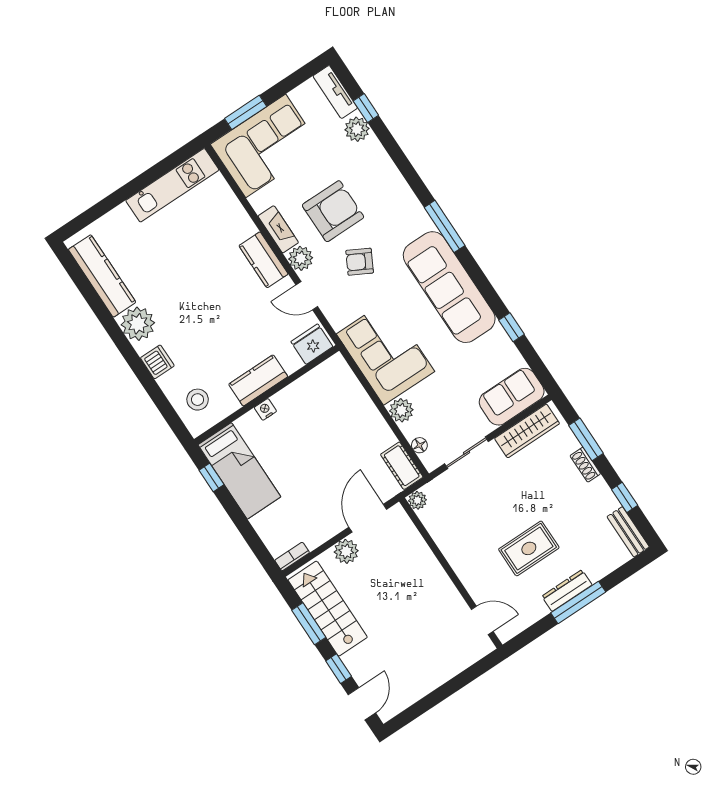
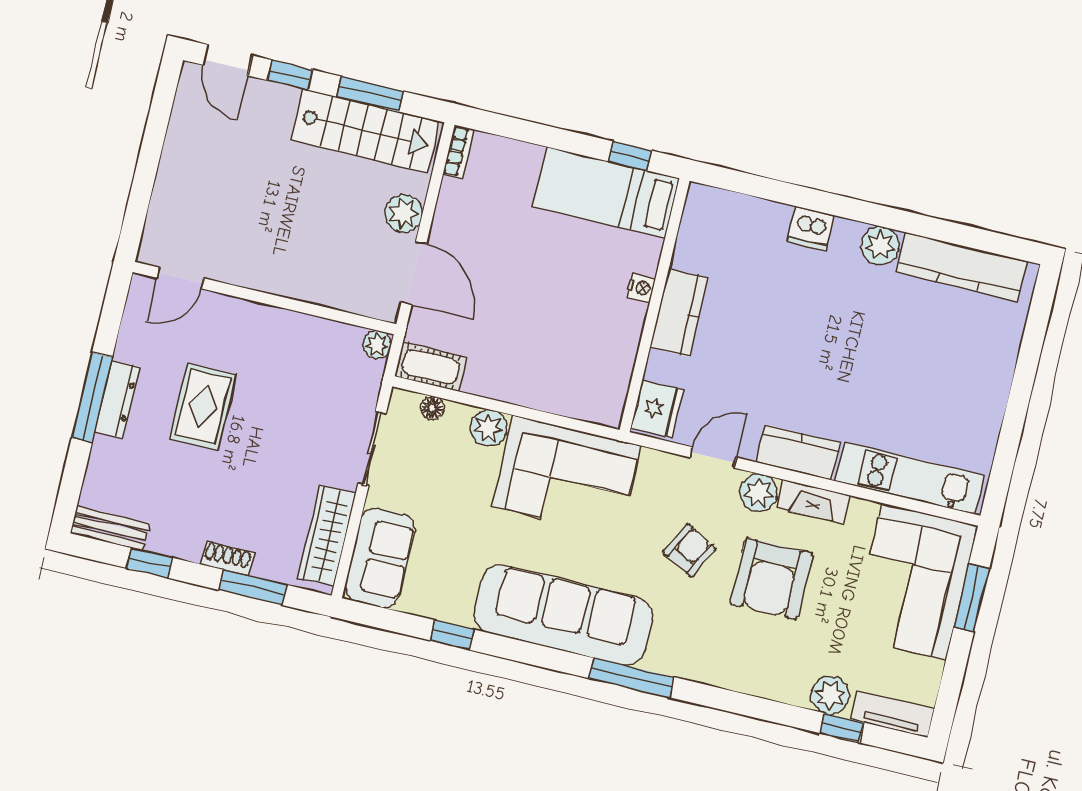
kitchen unit: (172, 185) -> (910, 478), moved, turned 90
plant: (138, 324) -> (880, 246), width x0.73, depth x0.73
stool: (198, 400) -> (727, 228), removed

